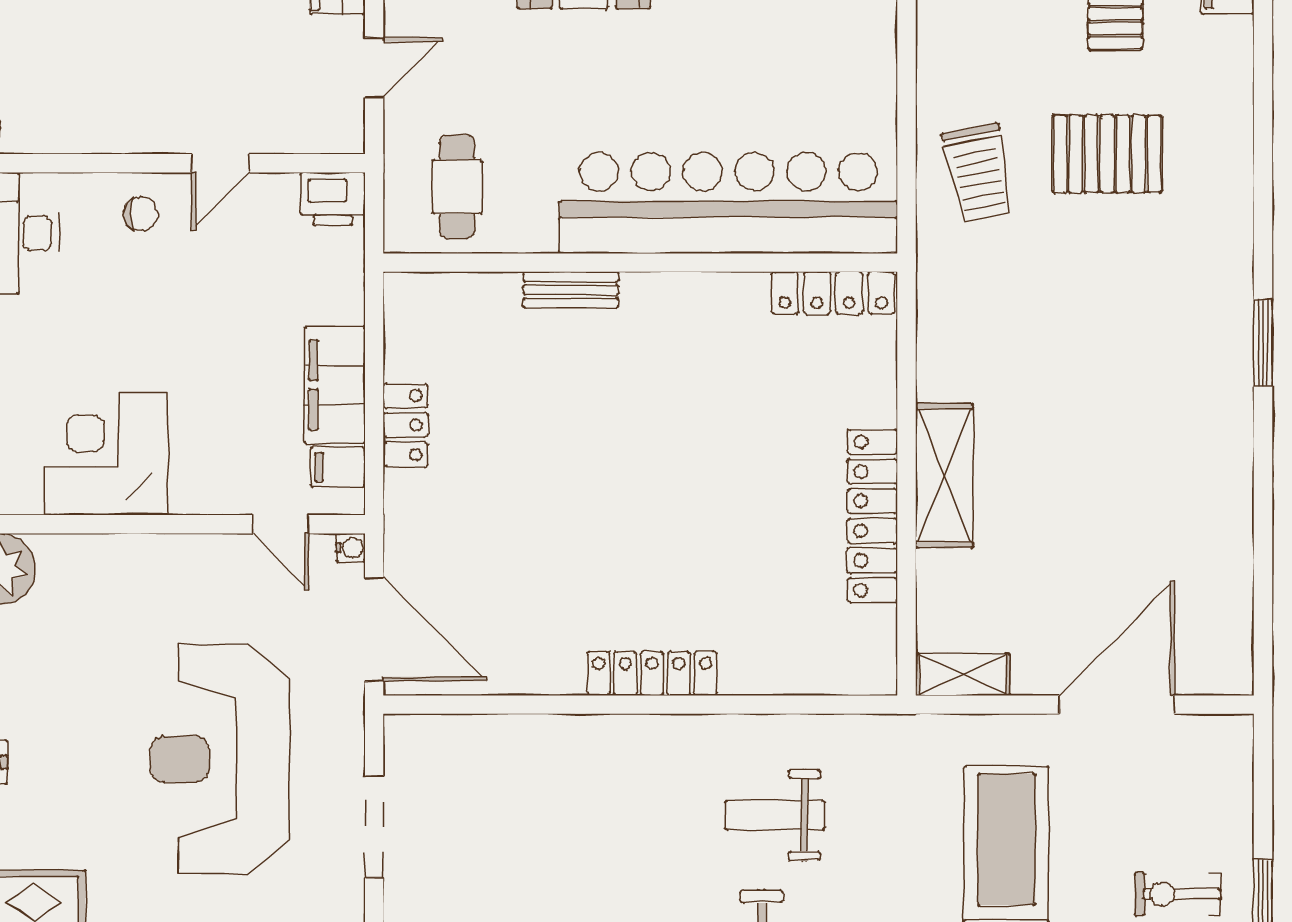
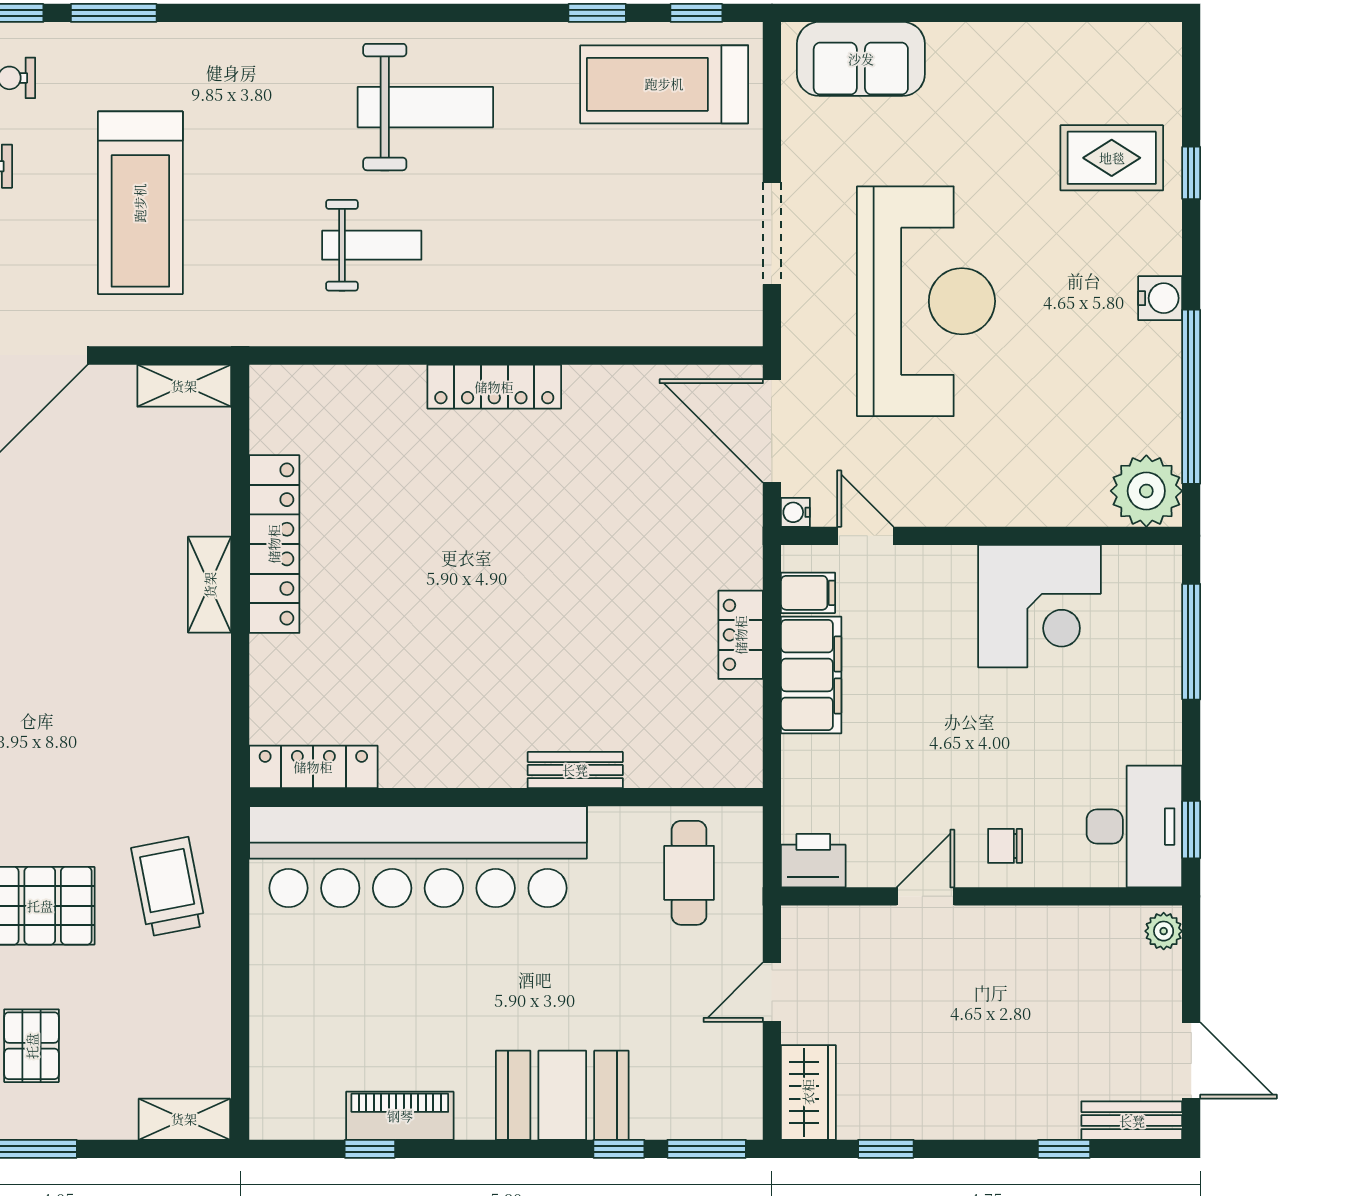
shelving: (944, 475) -> (210, 585), width x0.67, depth x0.75

